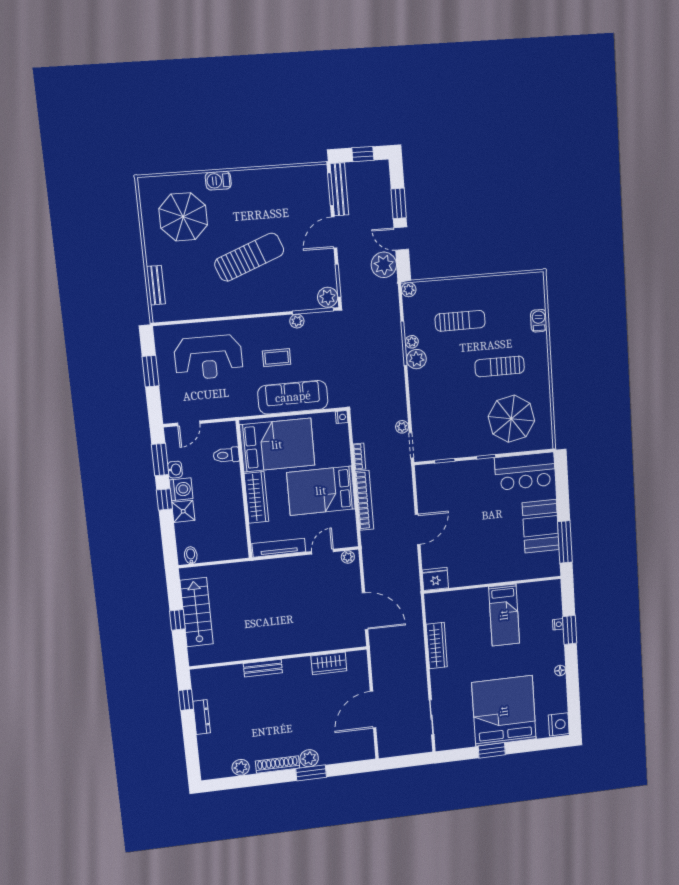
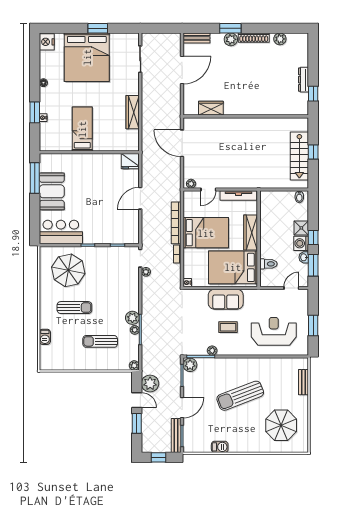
barbecue: (218, 181) -> (220, 447), moved
sofa: (293, 397) -> (226, 299), width x0.73
bench: (263, 668) -> (197, 38), moved

